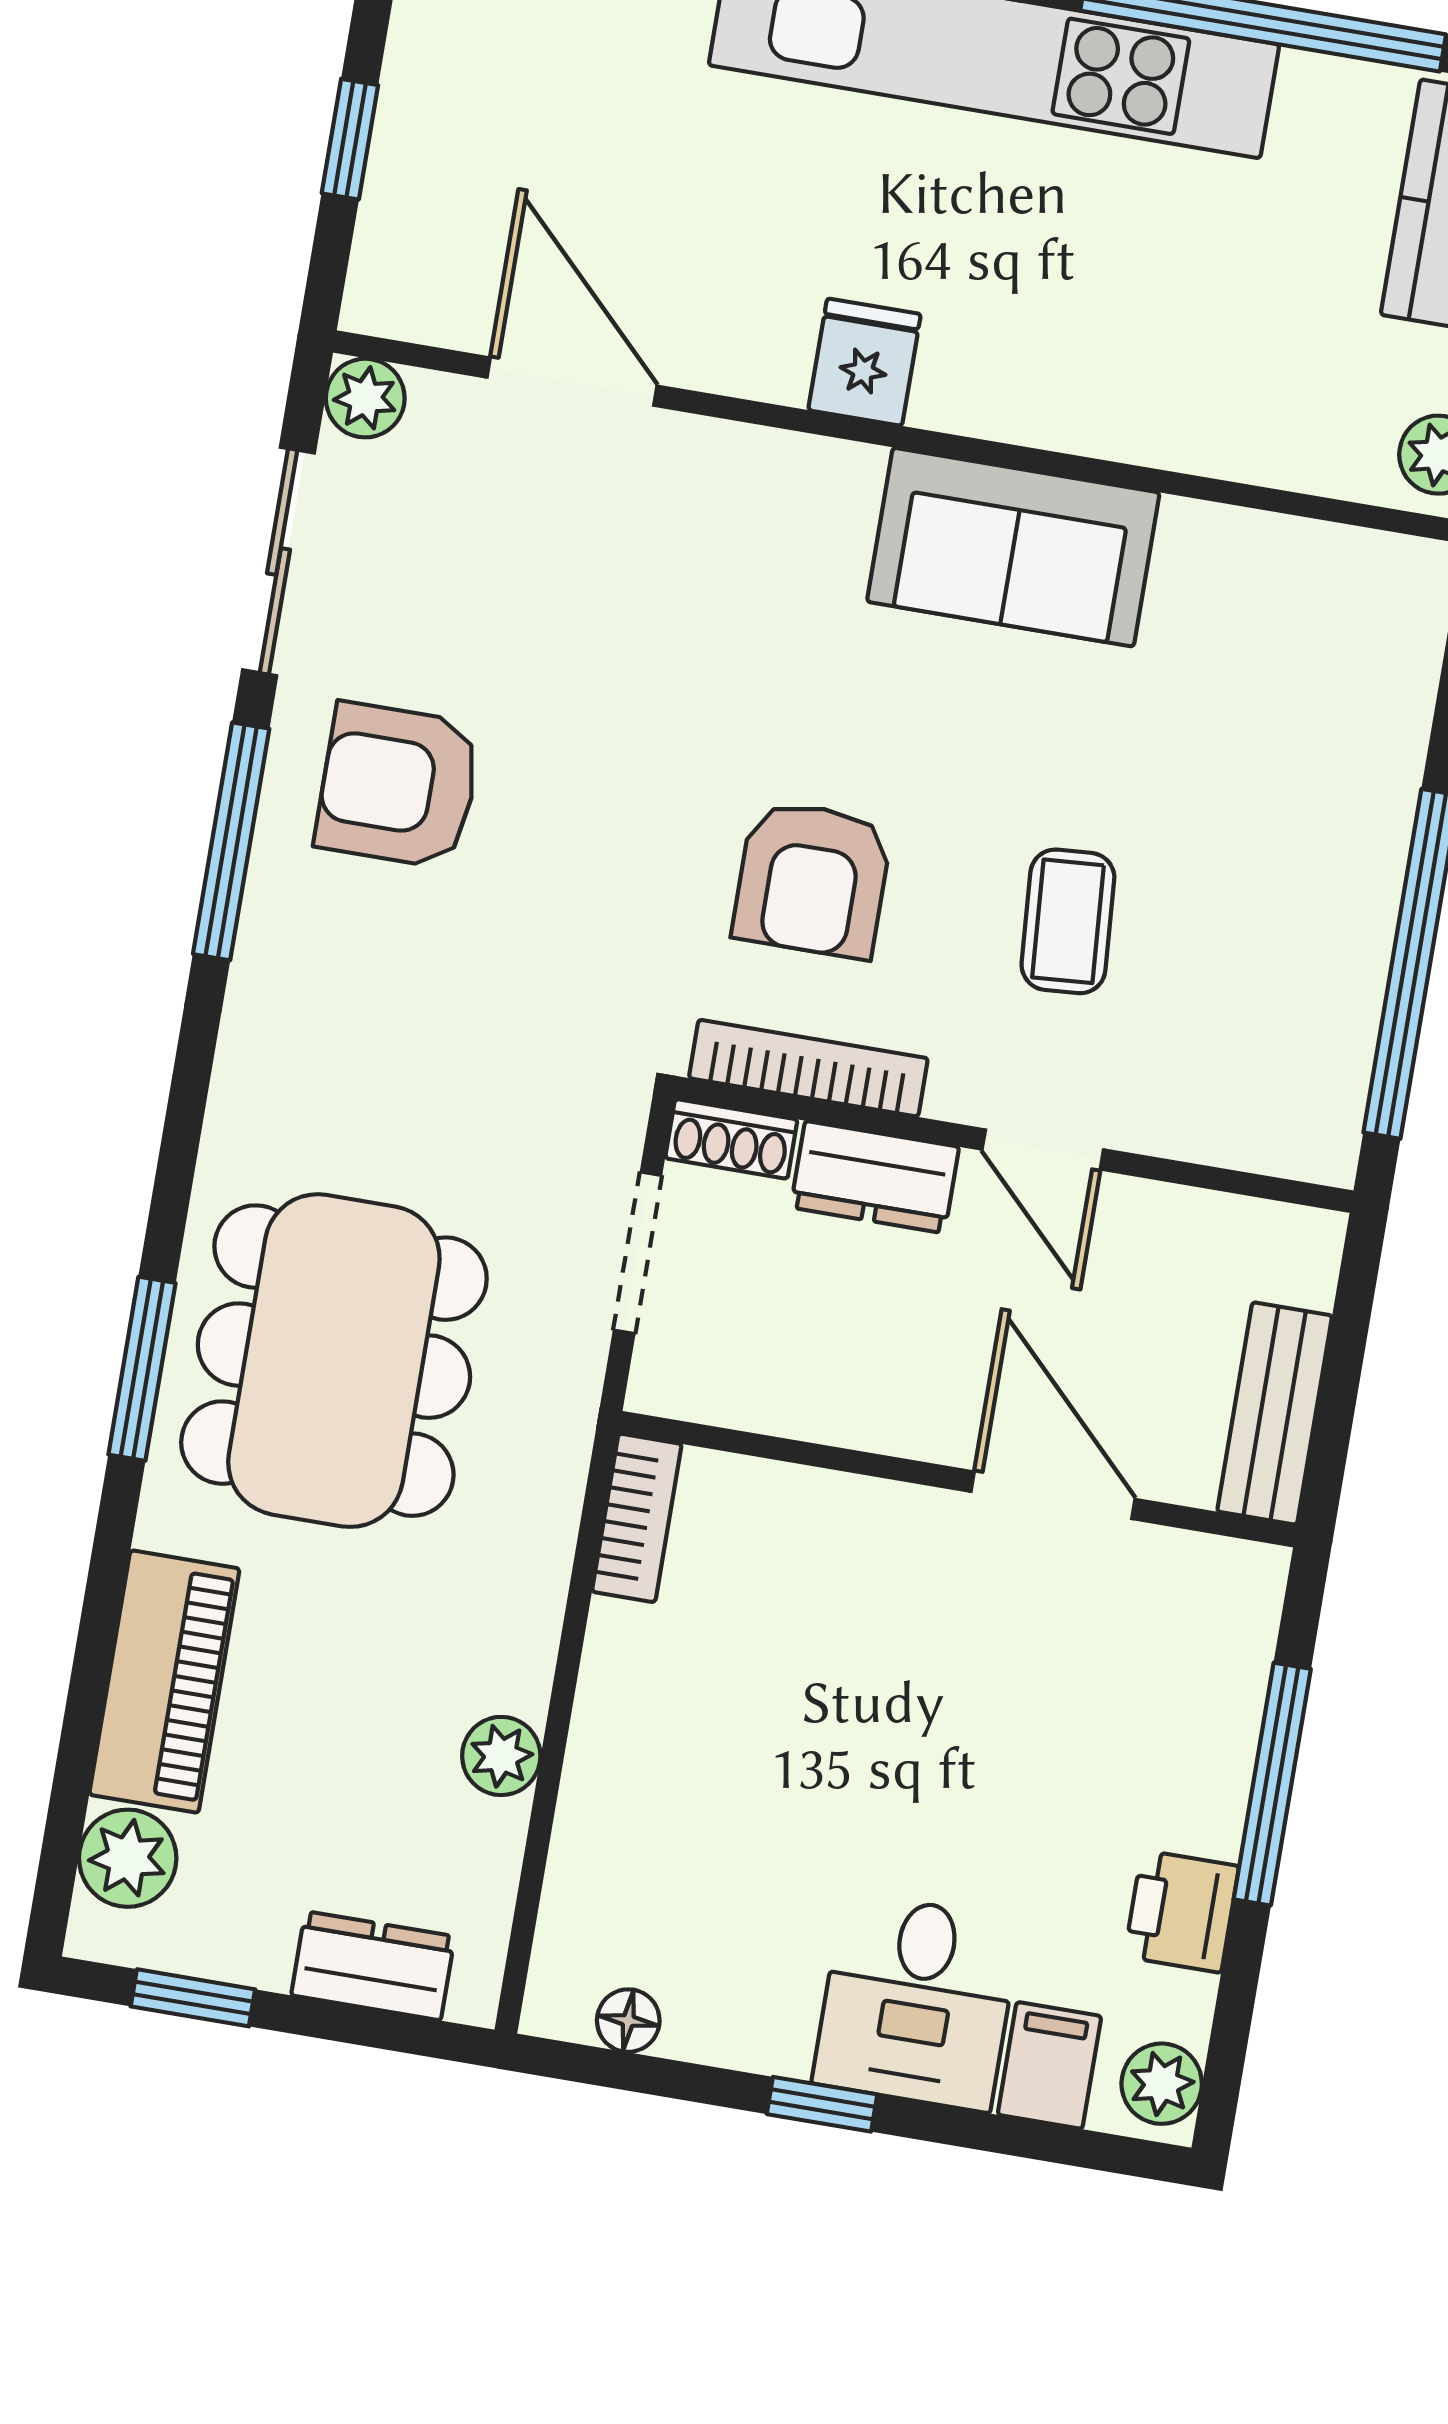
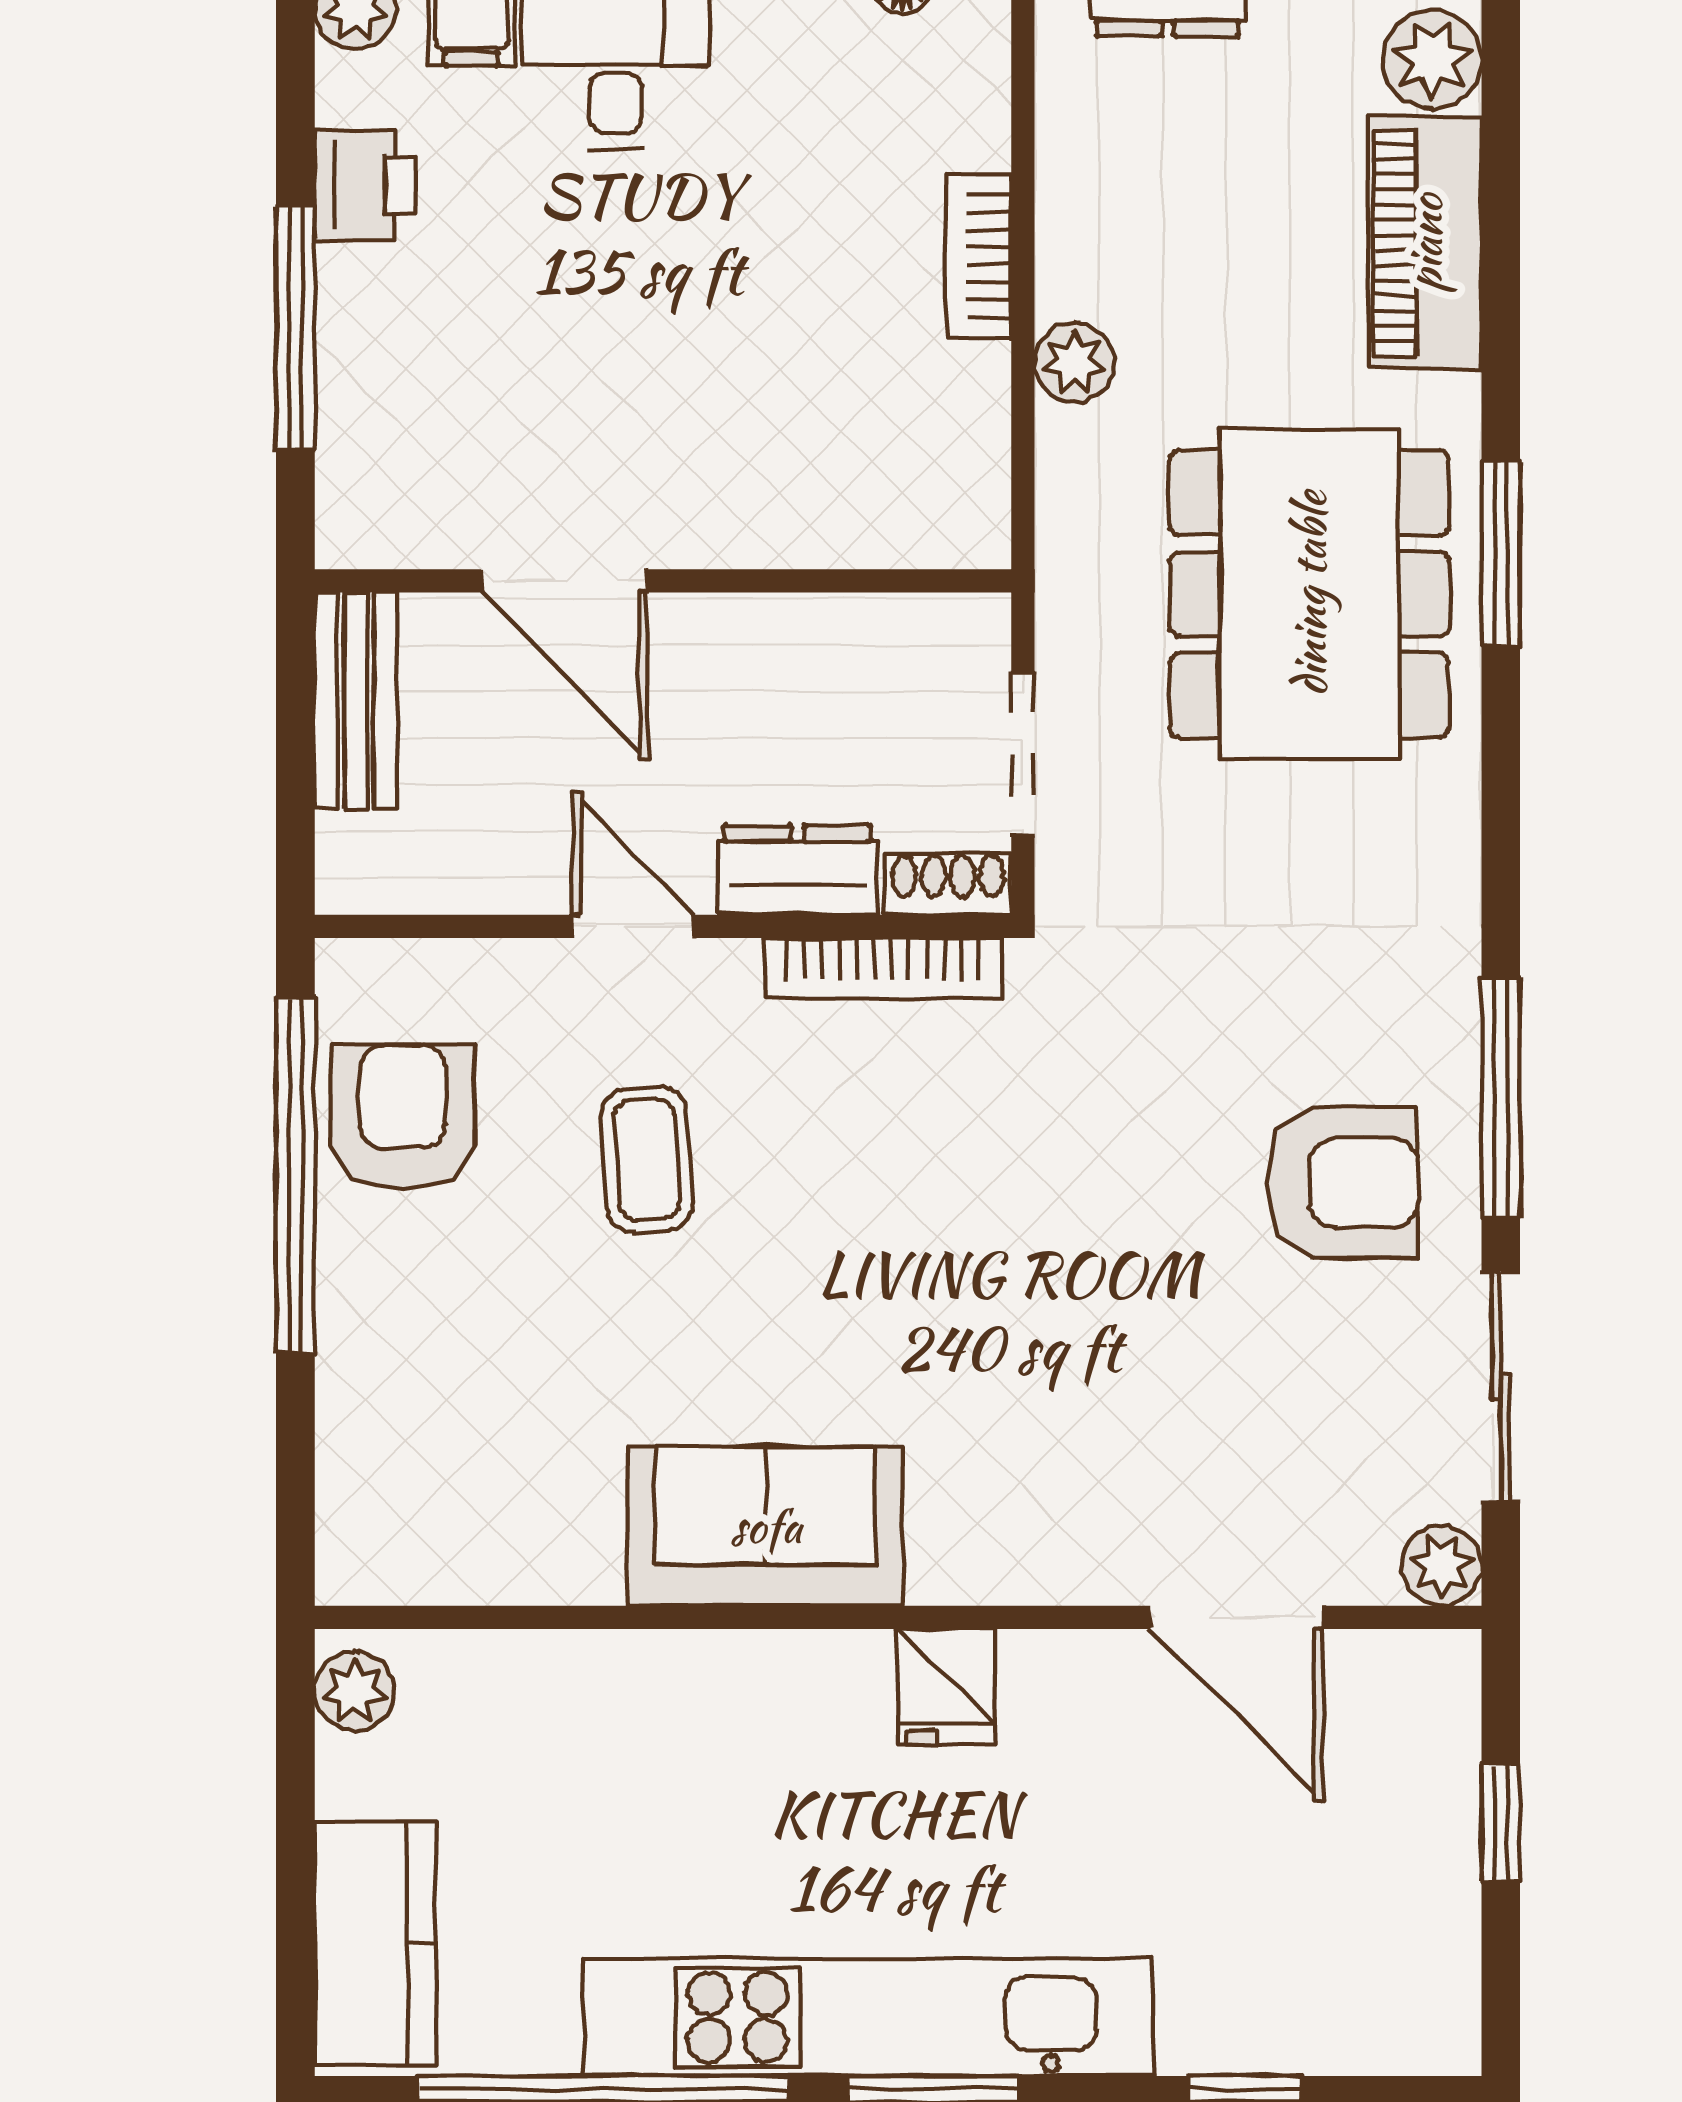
armchair: (812, 879) -> (403, 1117), moved
bookcase: (637, 1518) -> (979, 256), moved
plant: (501, 1756) -> (1074, 363), moved

